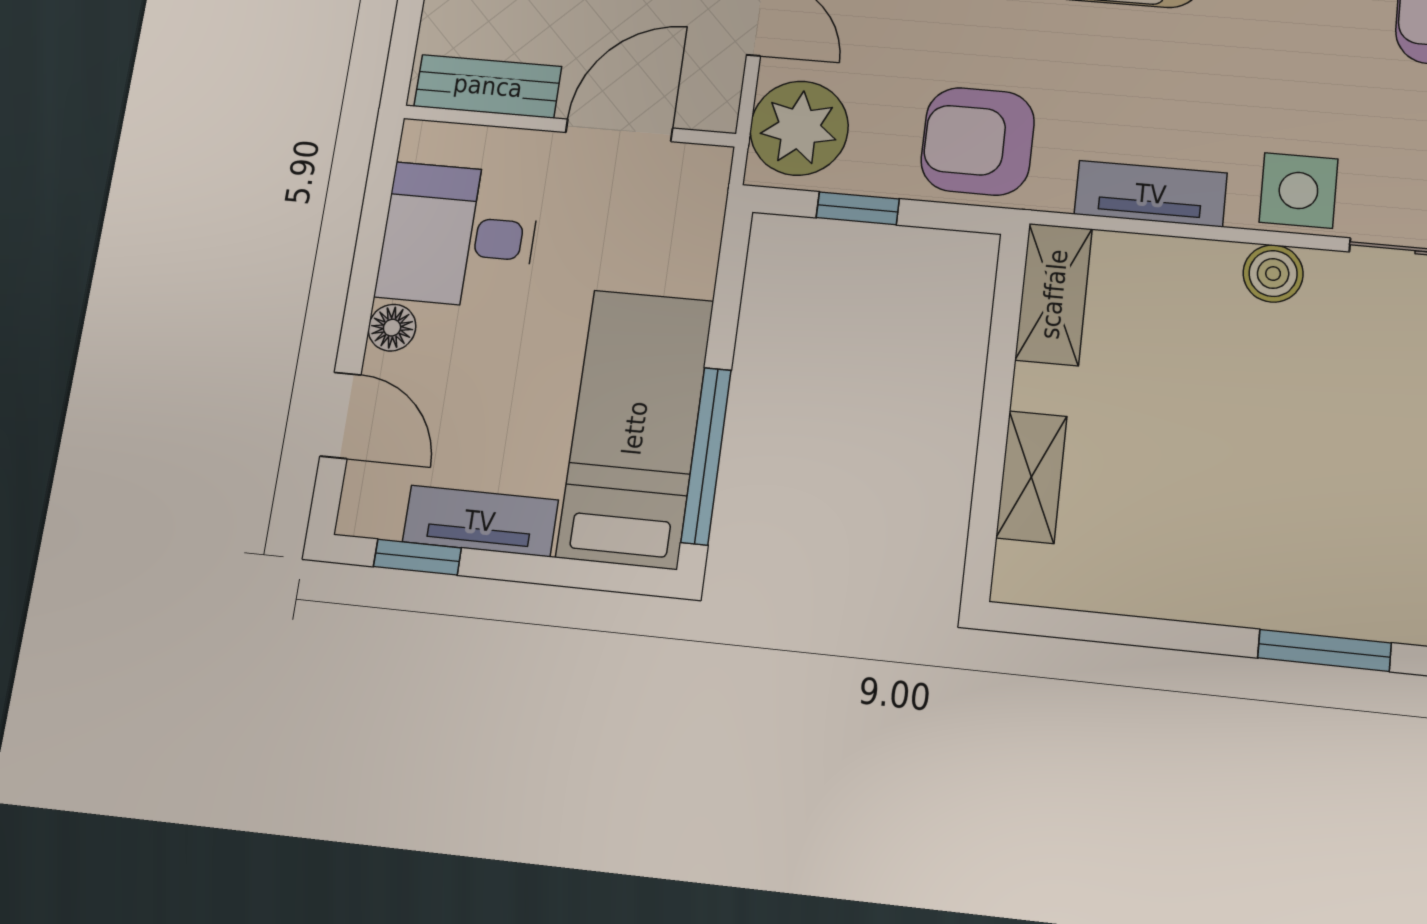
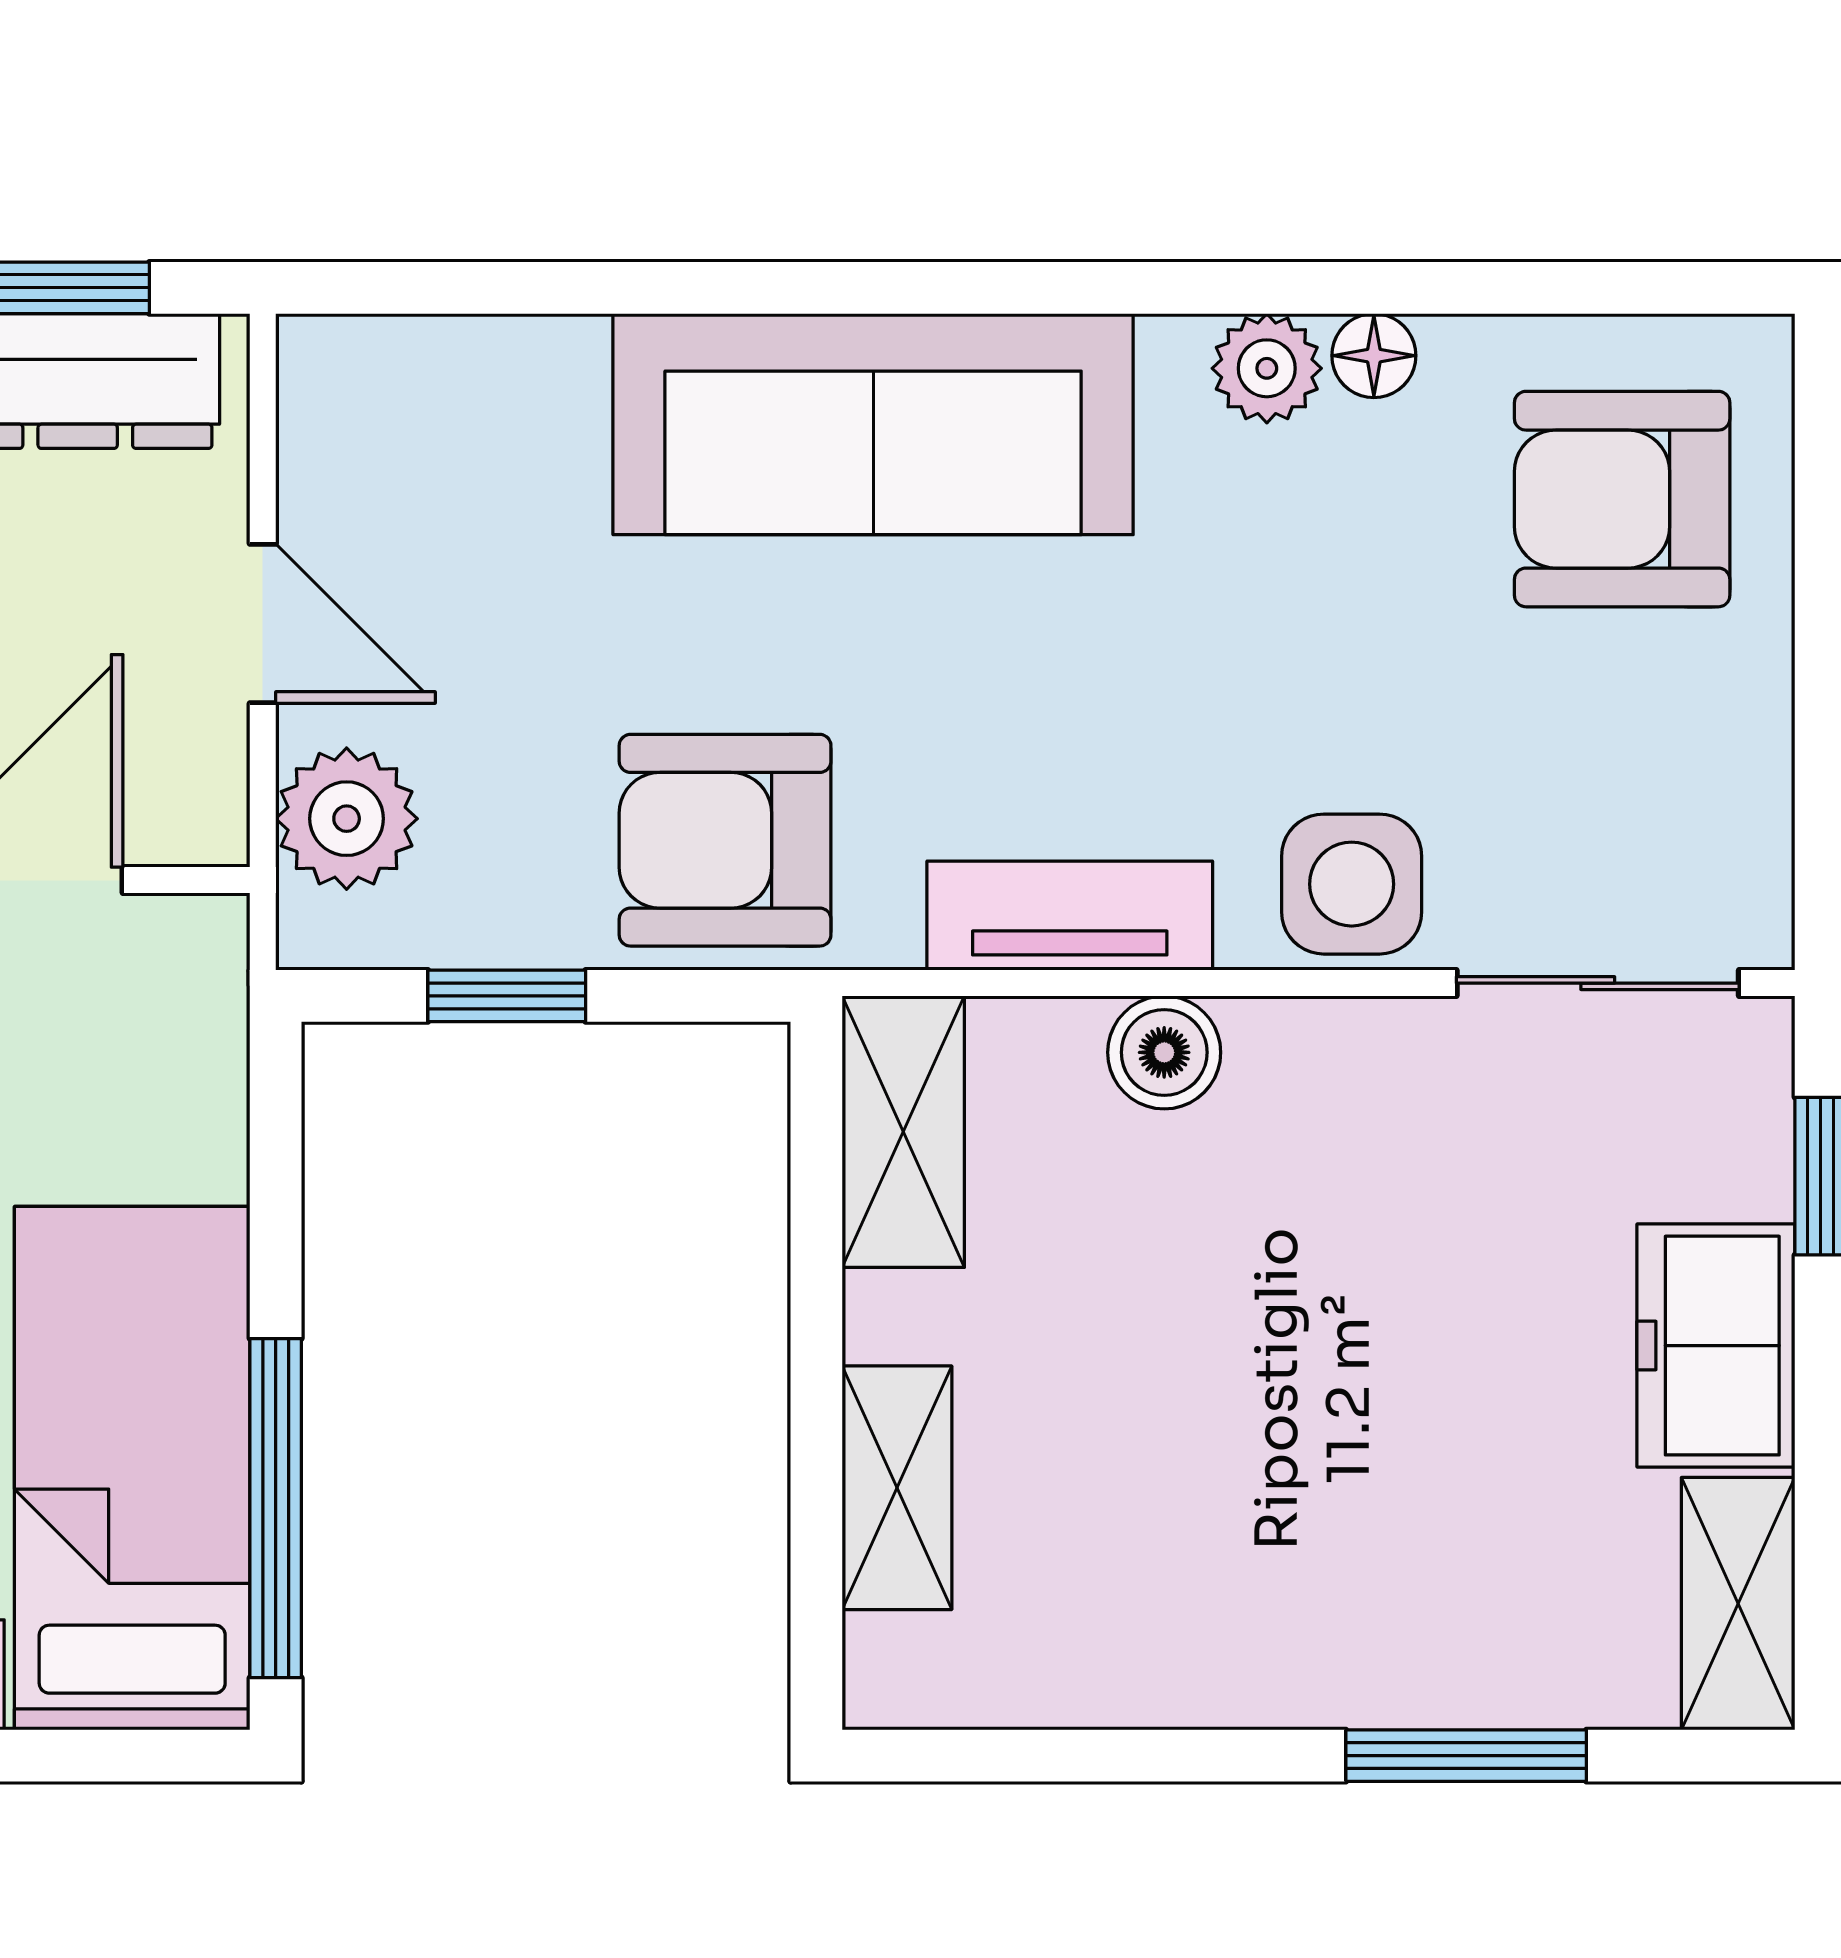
plant: (799, 128) -> (347, 819), width x0.73, depth x0.73
boiler: (1273, 274) -> (1164, 1052), moved

